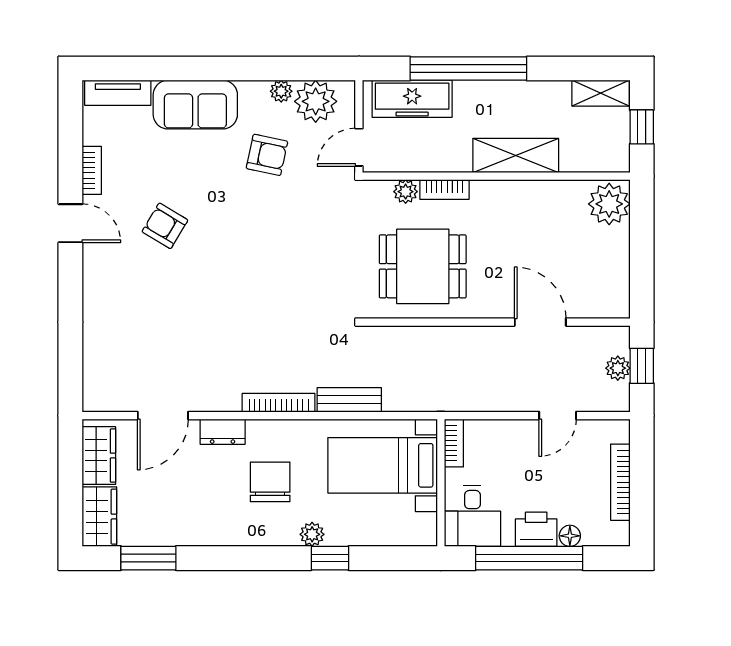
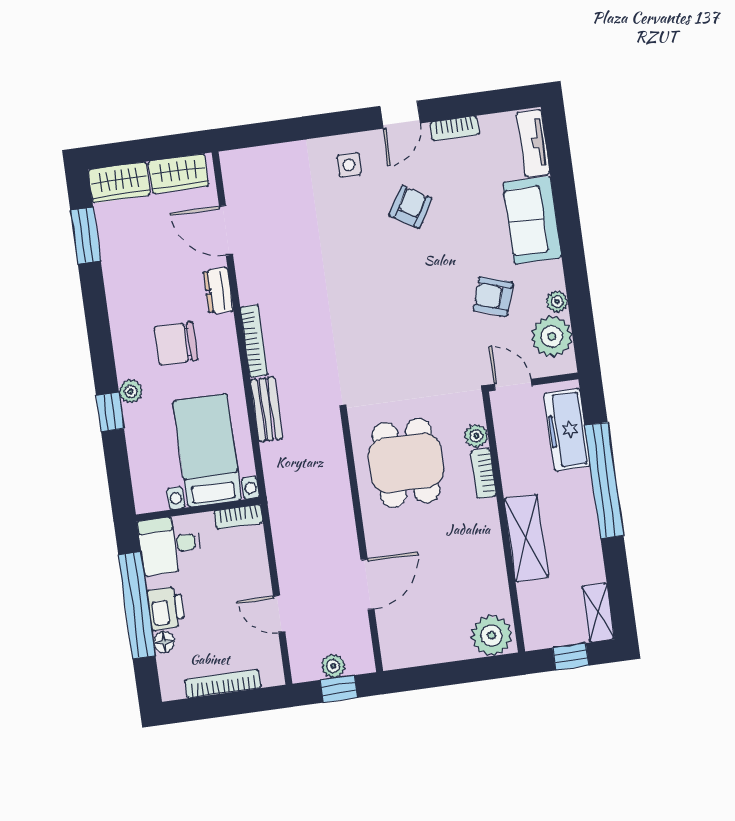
armchair: (267, 155) -> (493, 296), turned 96
side table: (114, 282) -> (349, 165), added
chair: (270, 482) -> (176, 344), turned 180

